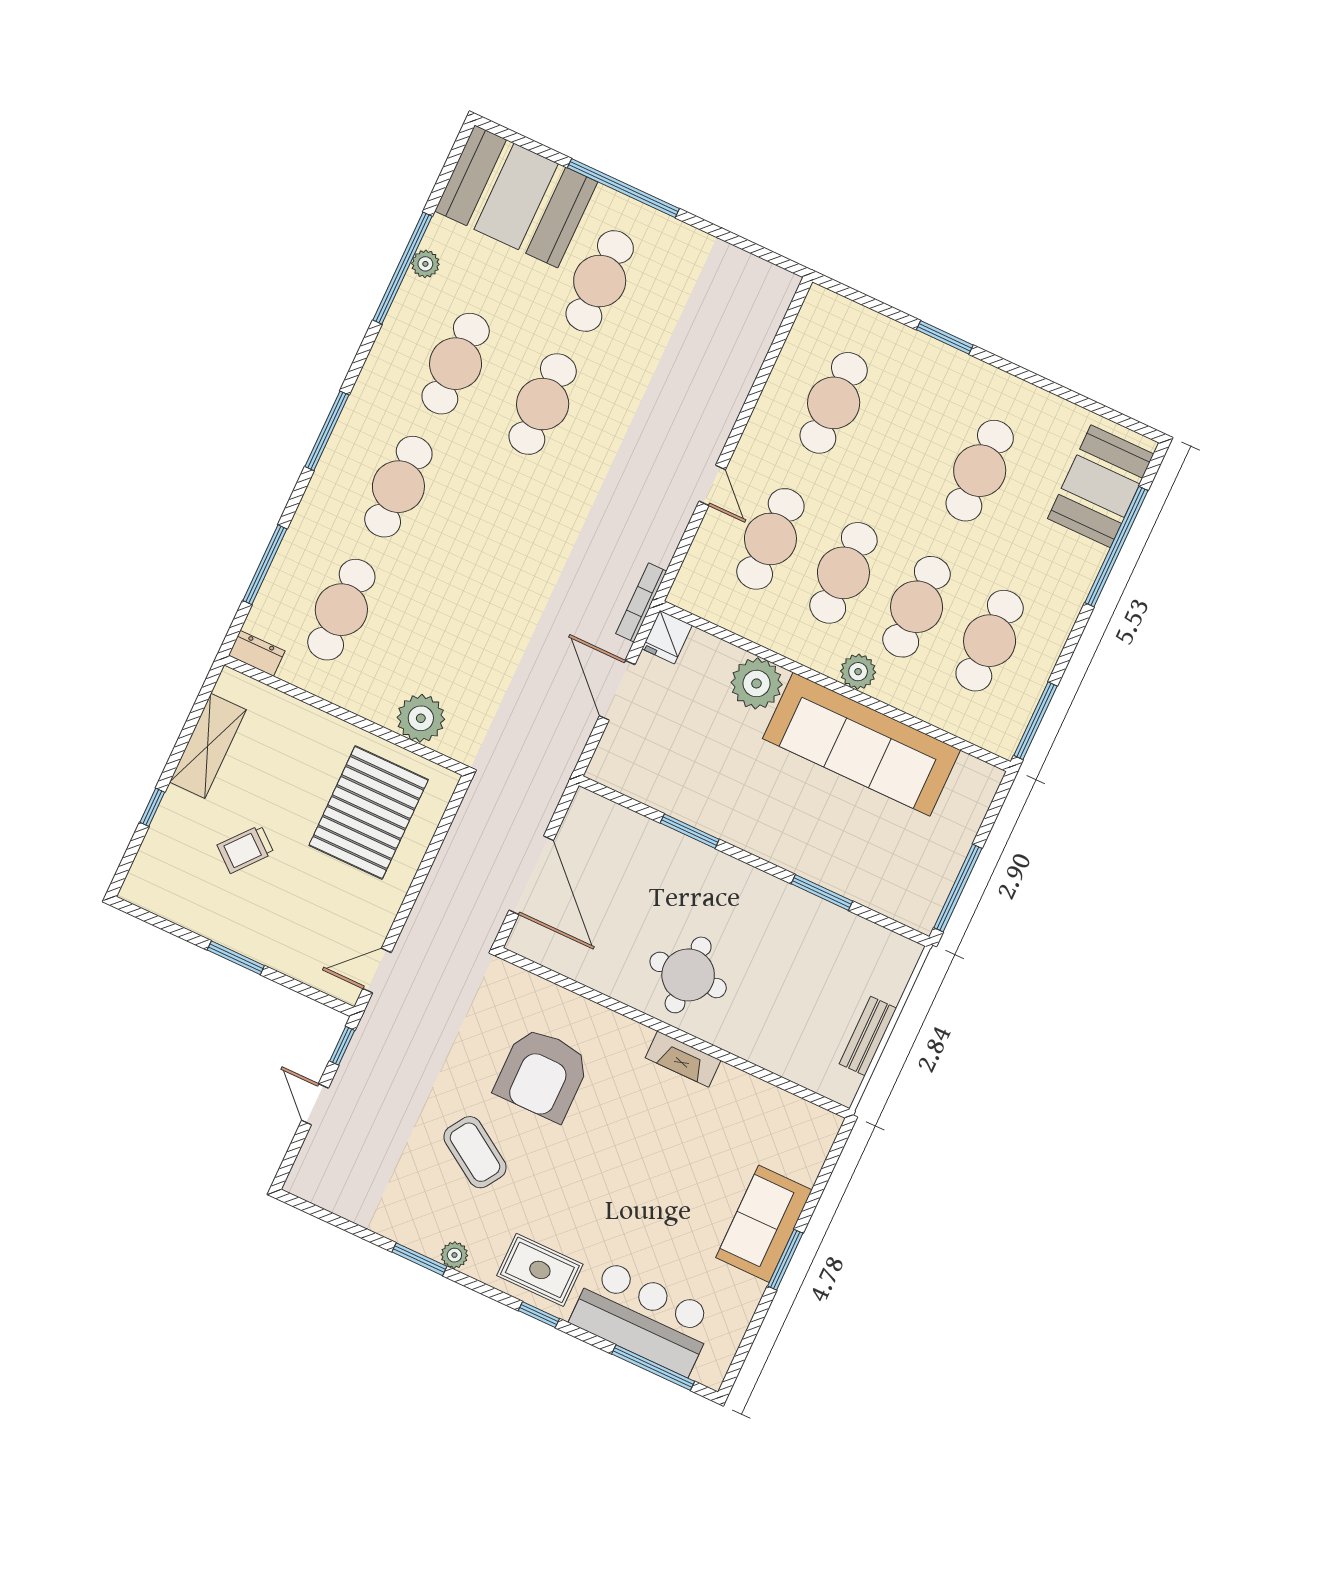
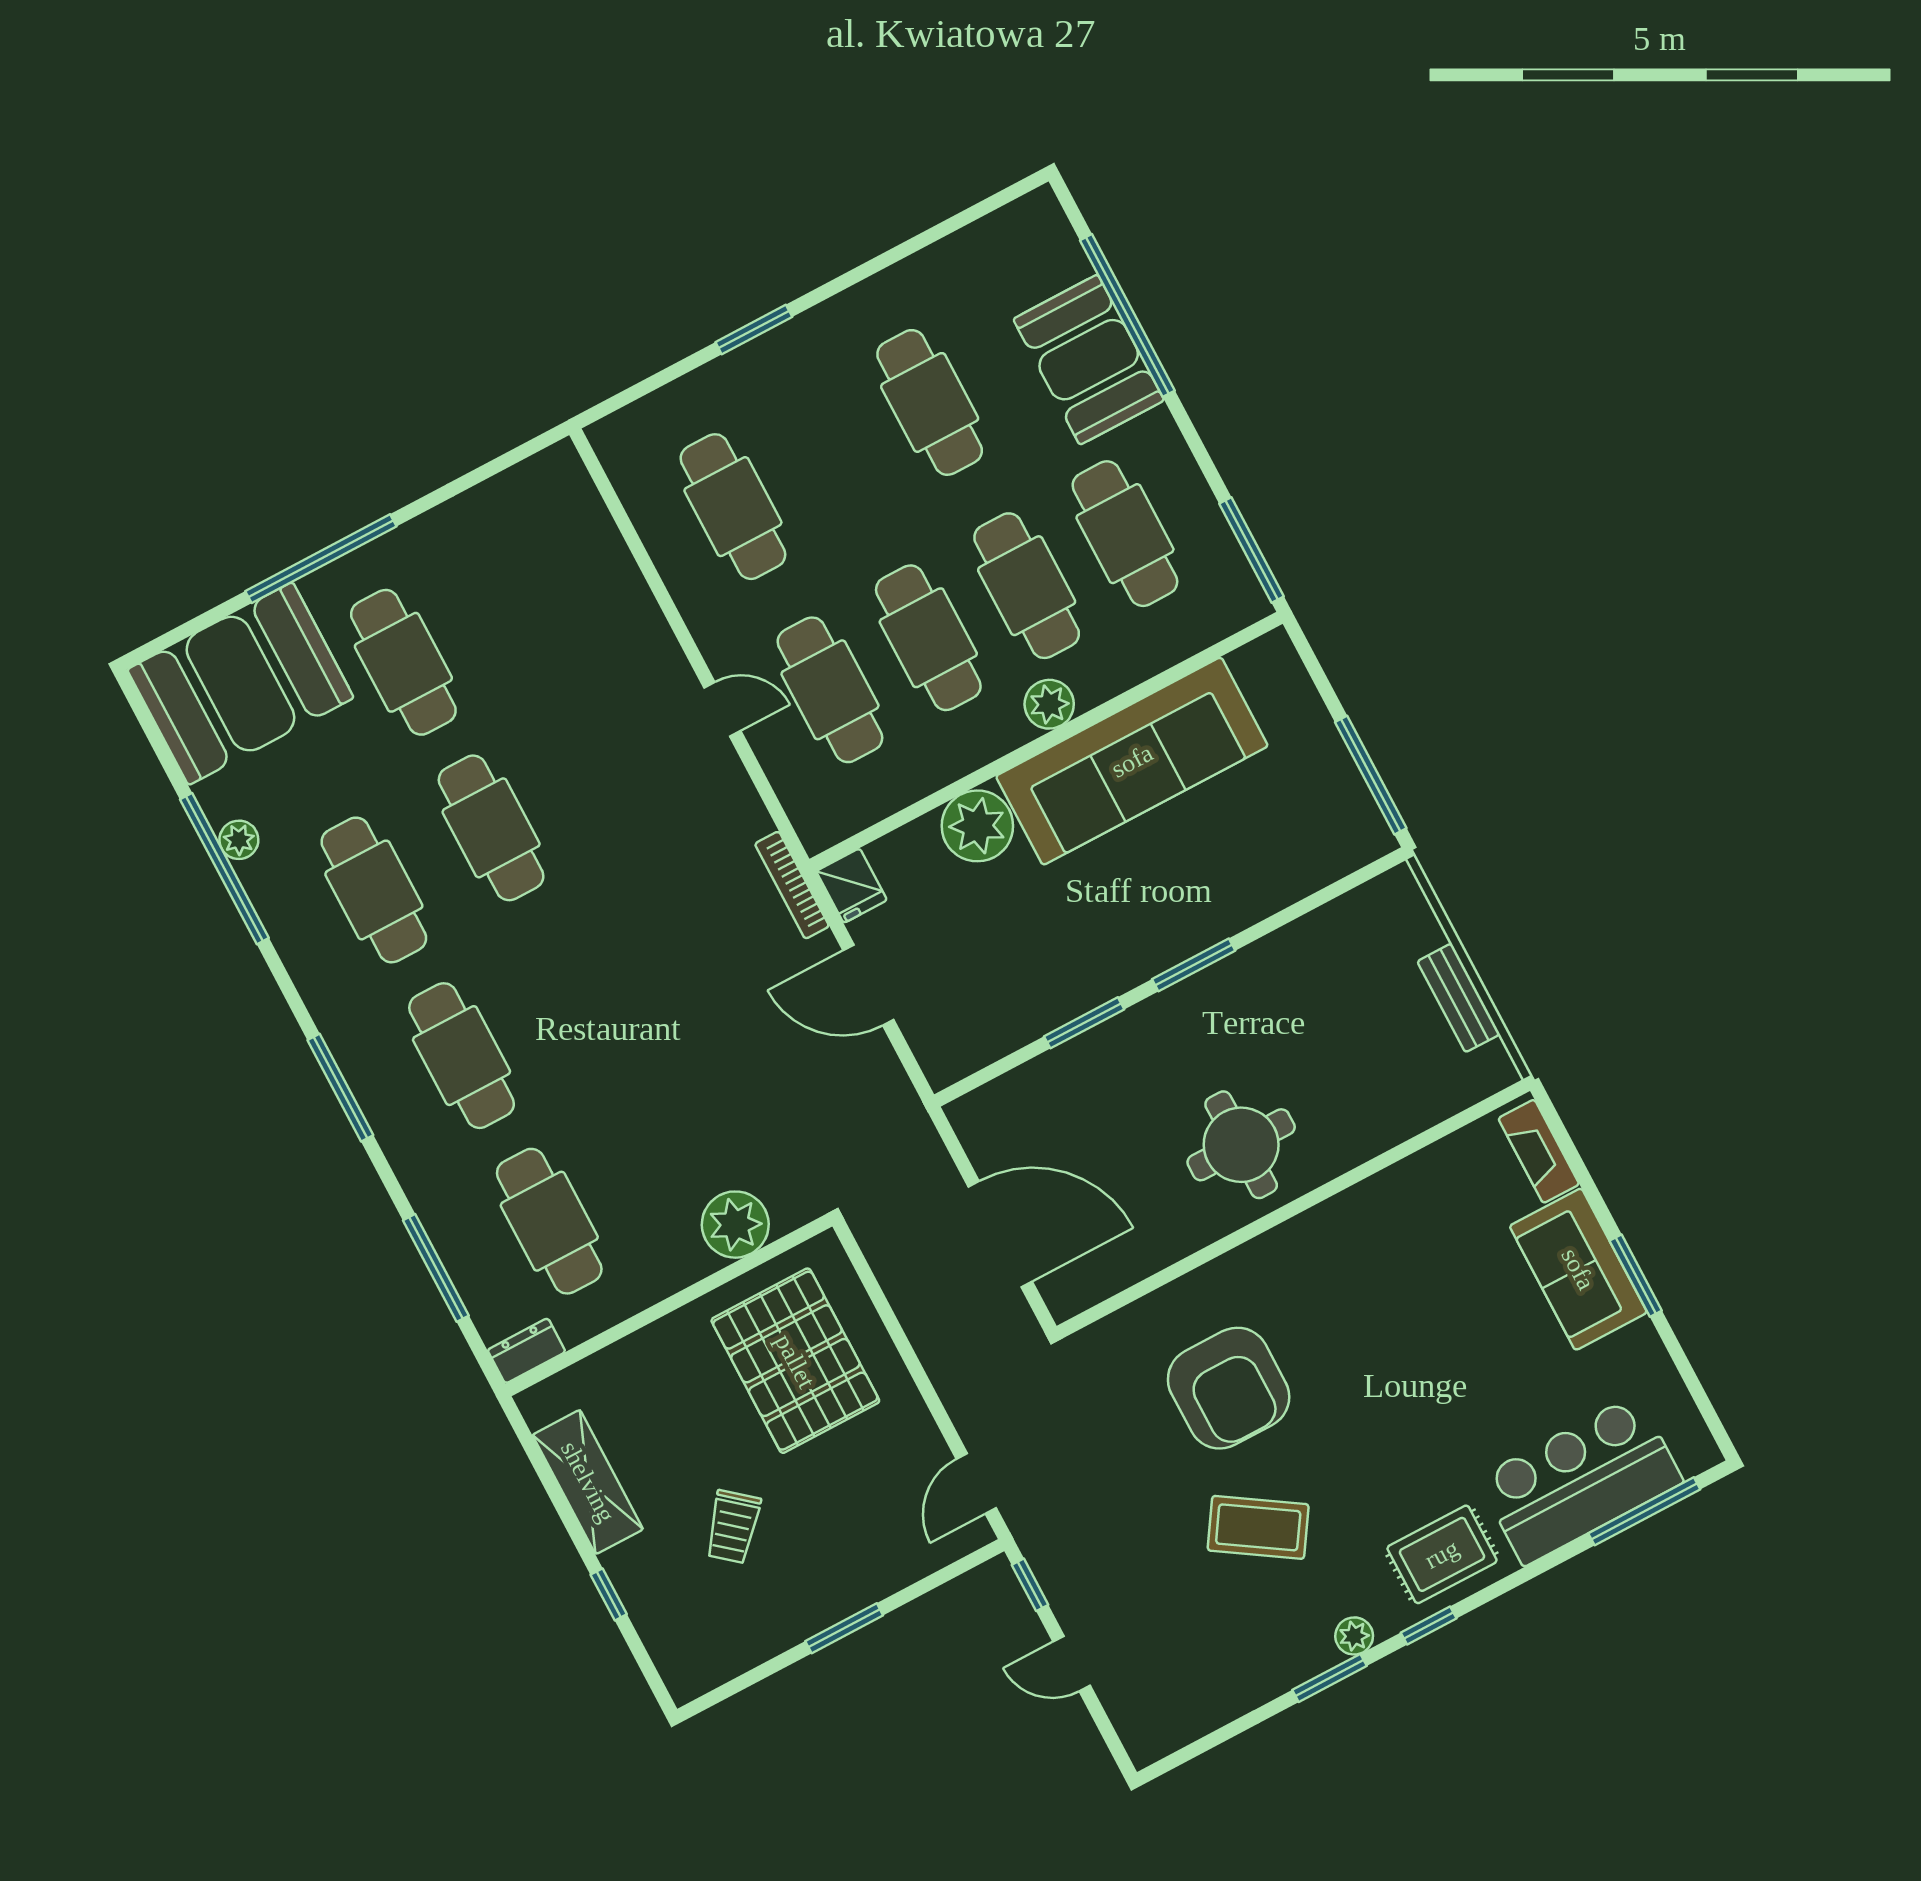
booth: (1101, 486) -> (1089, 360), moved
window: (822, 892) -> (1194, 965), moved
fireplace: (683, 1059) -> (1539, 1151), moved, turned 90
window: (539, 1315) -> (1429, 1626), moved

